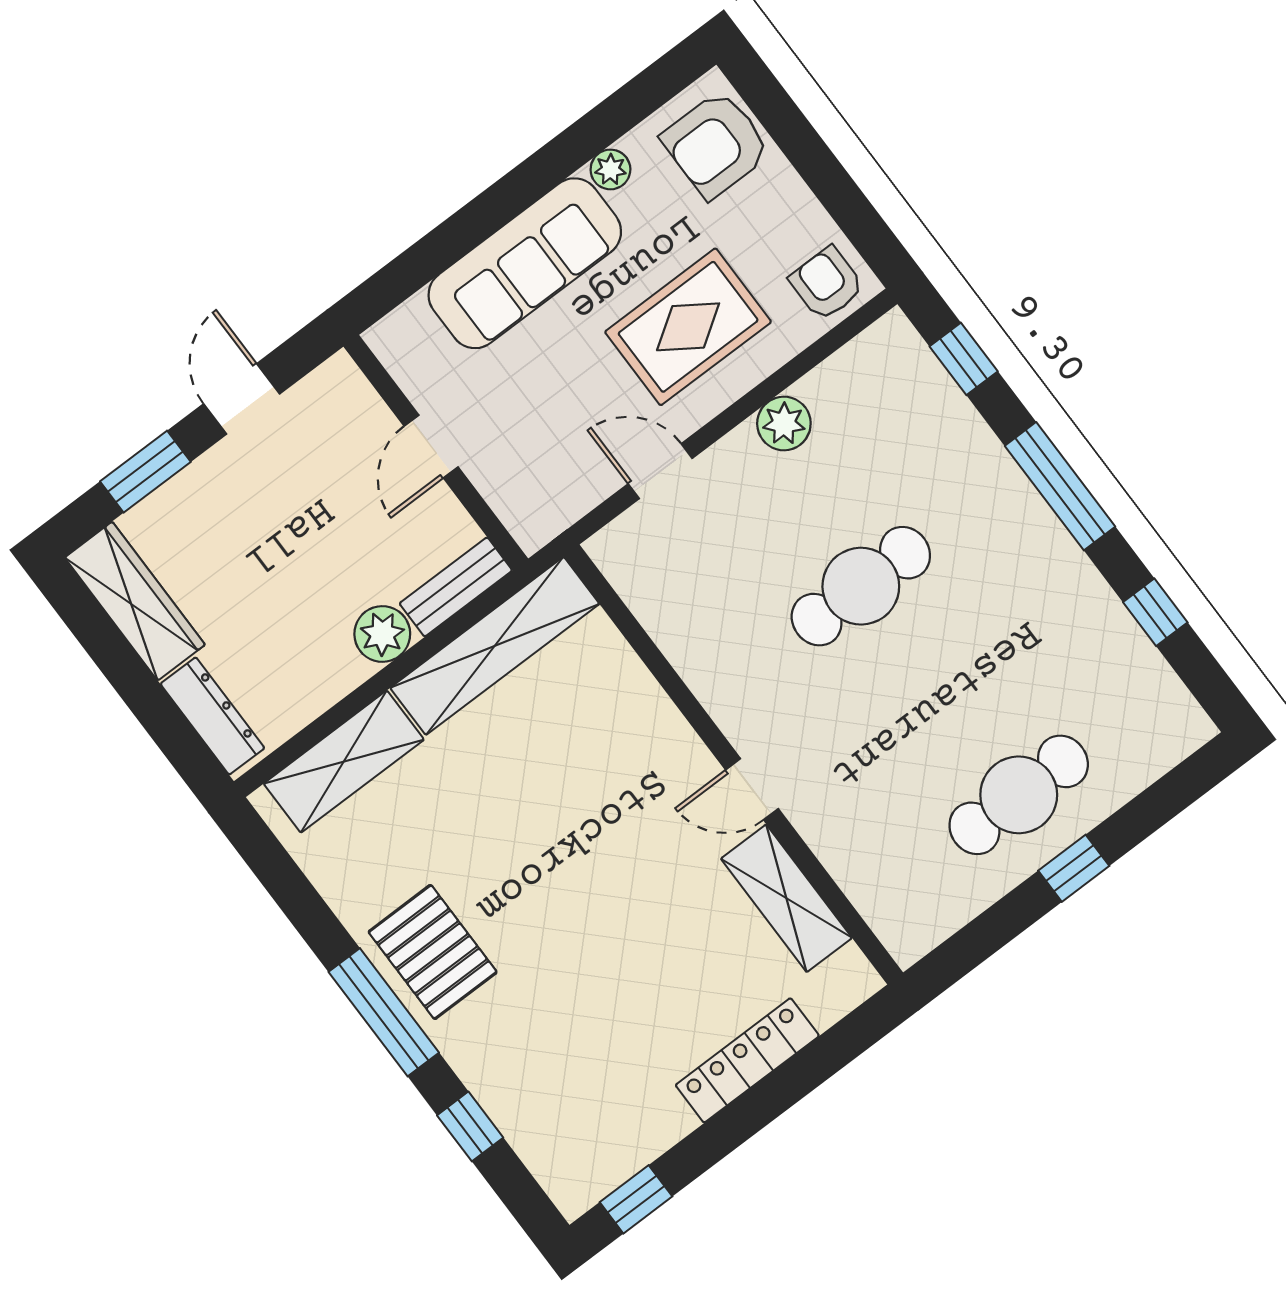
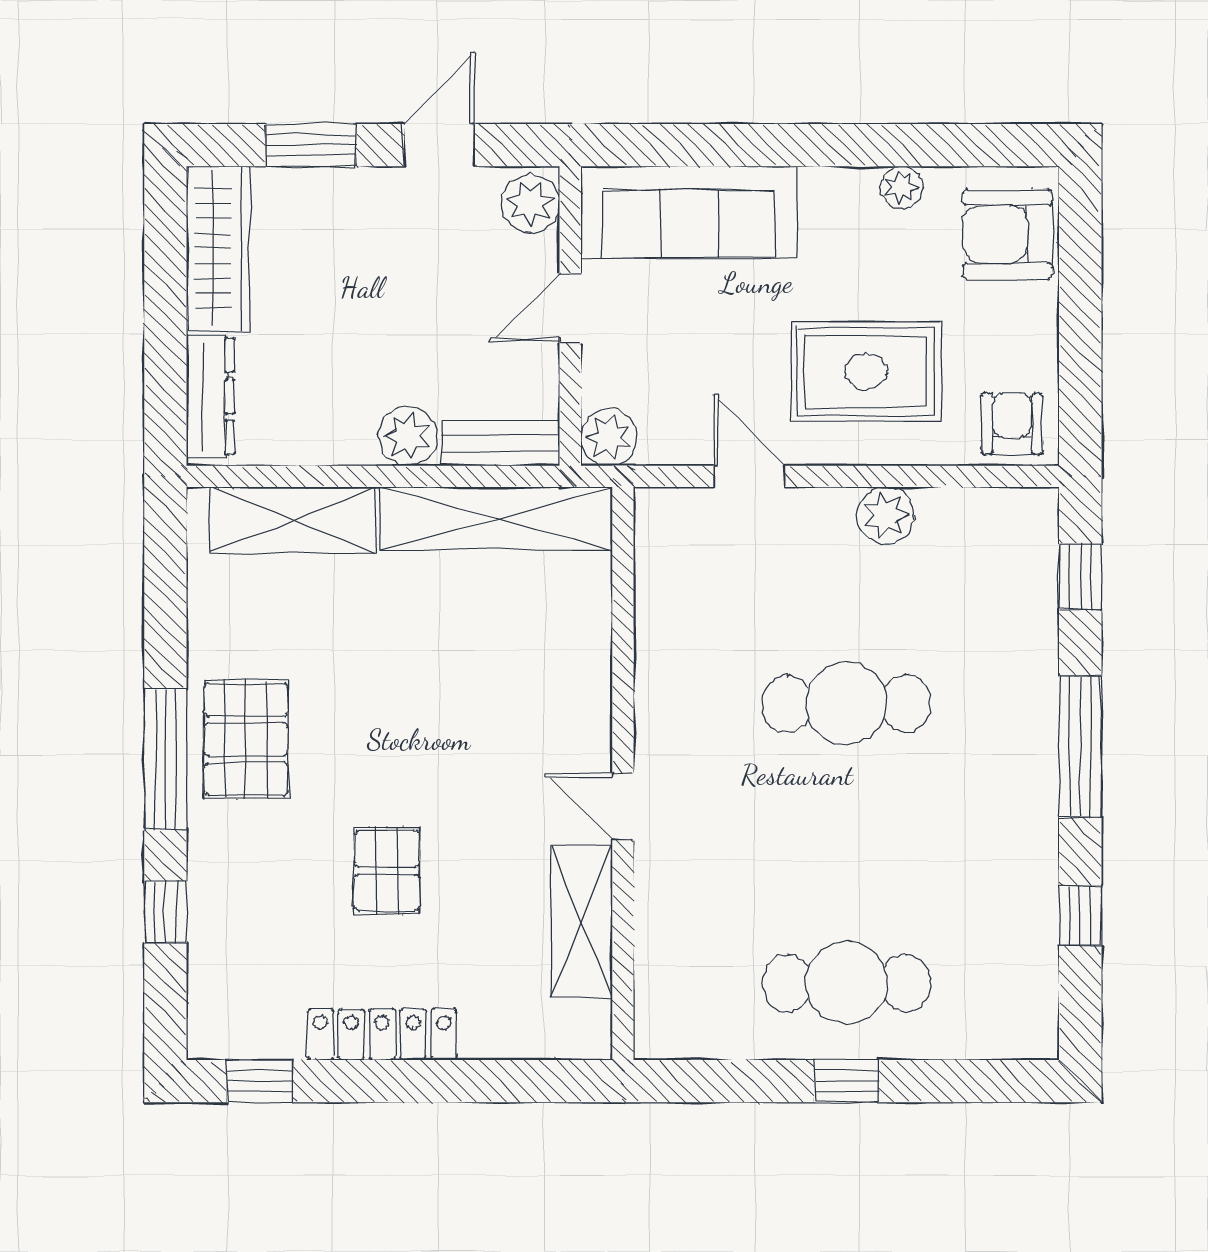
sofa: (525, 263) -> (689, 212), moved
plant: (343, 391) -> (531, 204), added
plant: (533, 521) -> (609, 437), added
pallet: (612, 970) -> (387, 871), added
locker: (747, 1060) -> (382, 1034), moved

